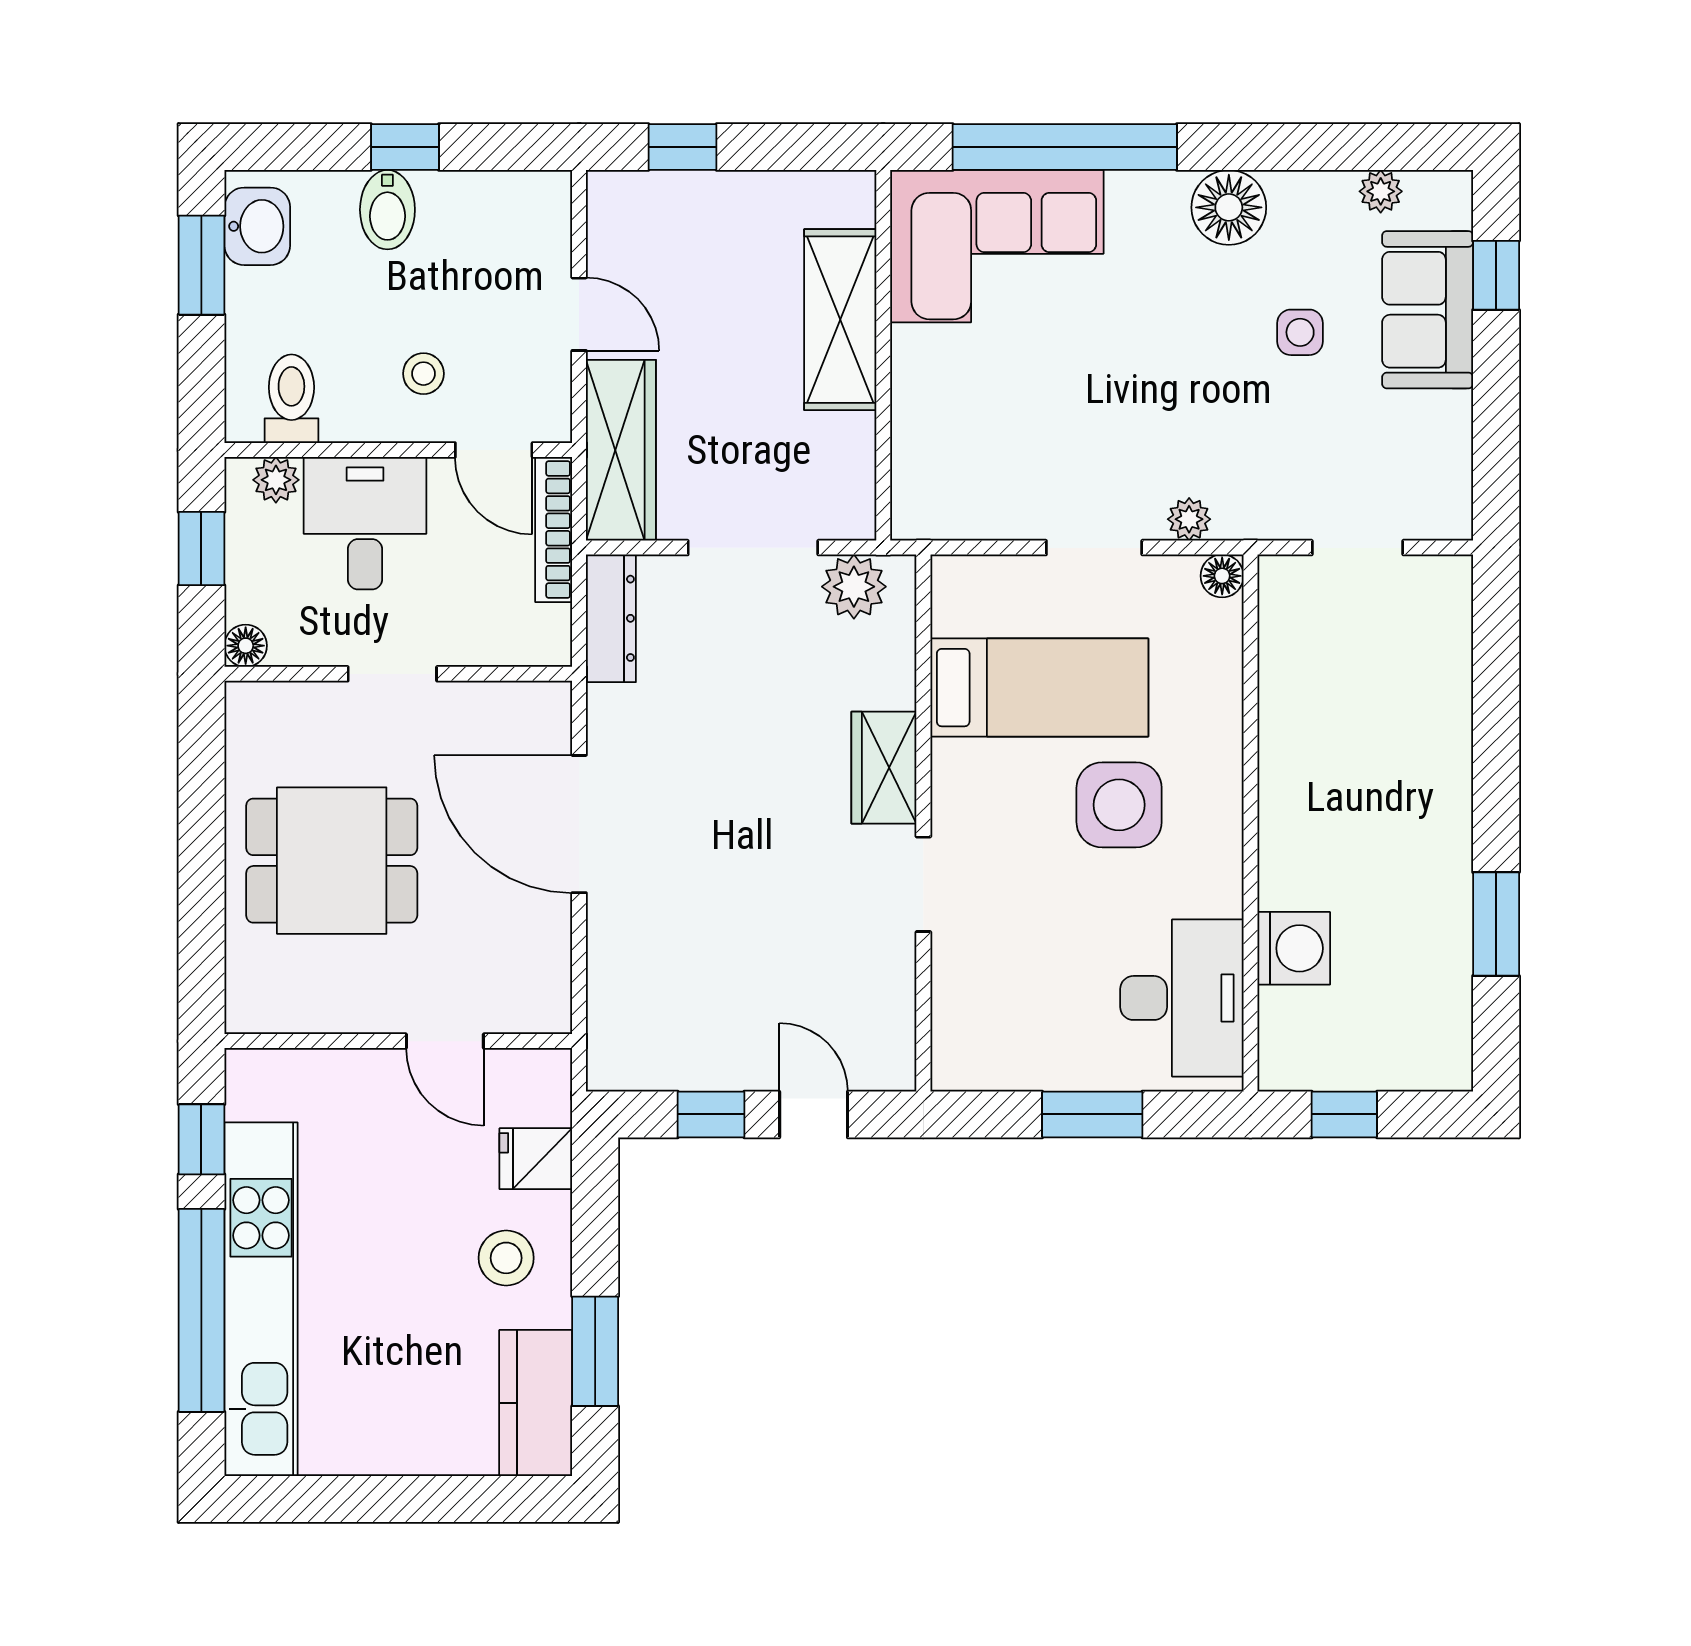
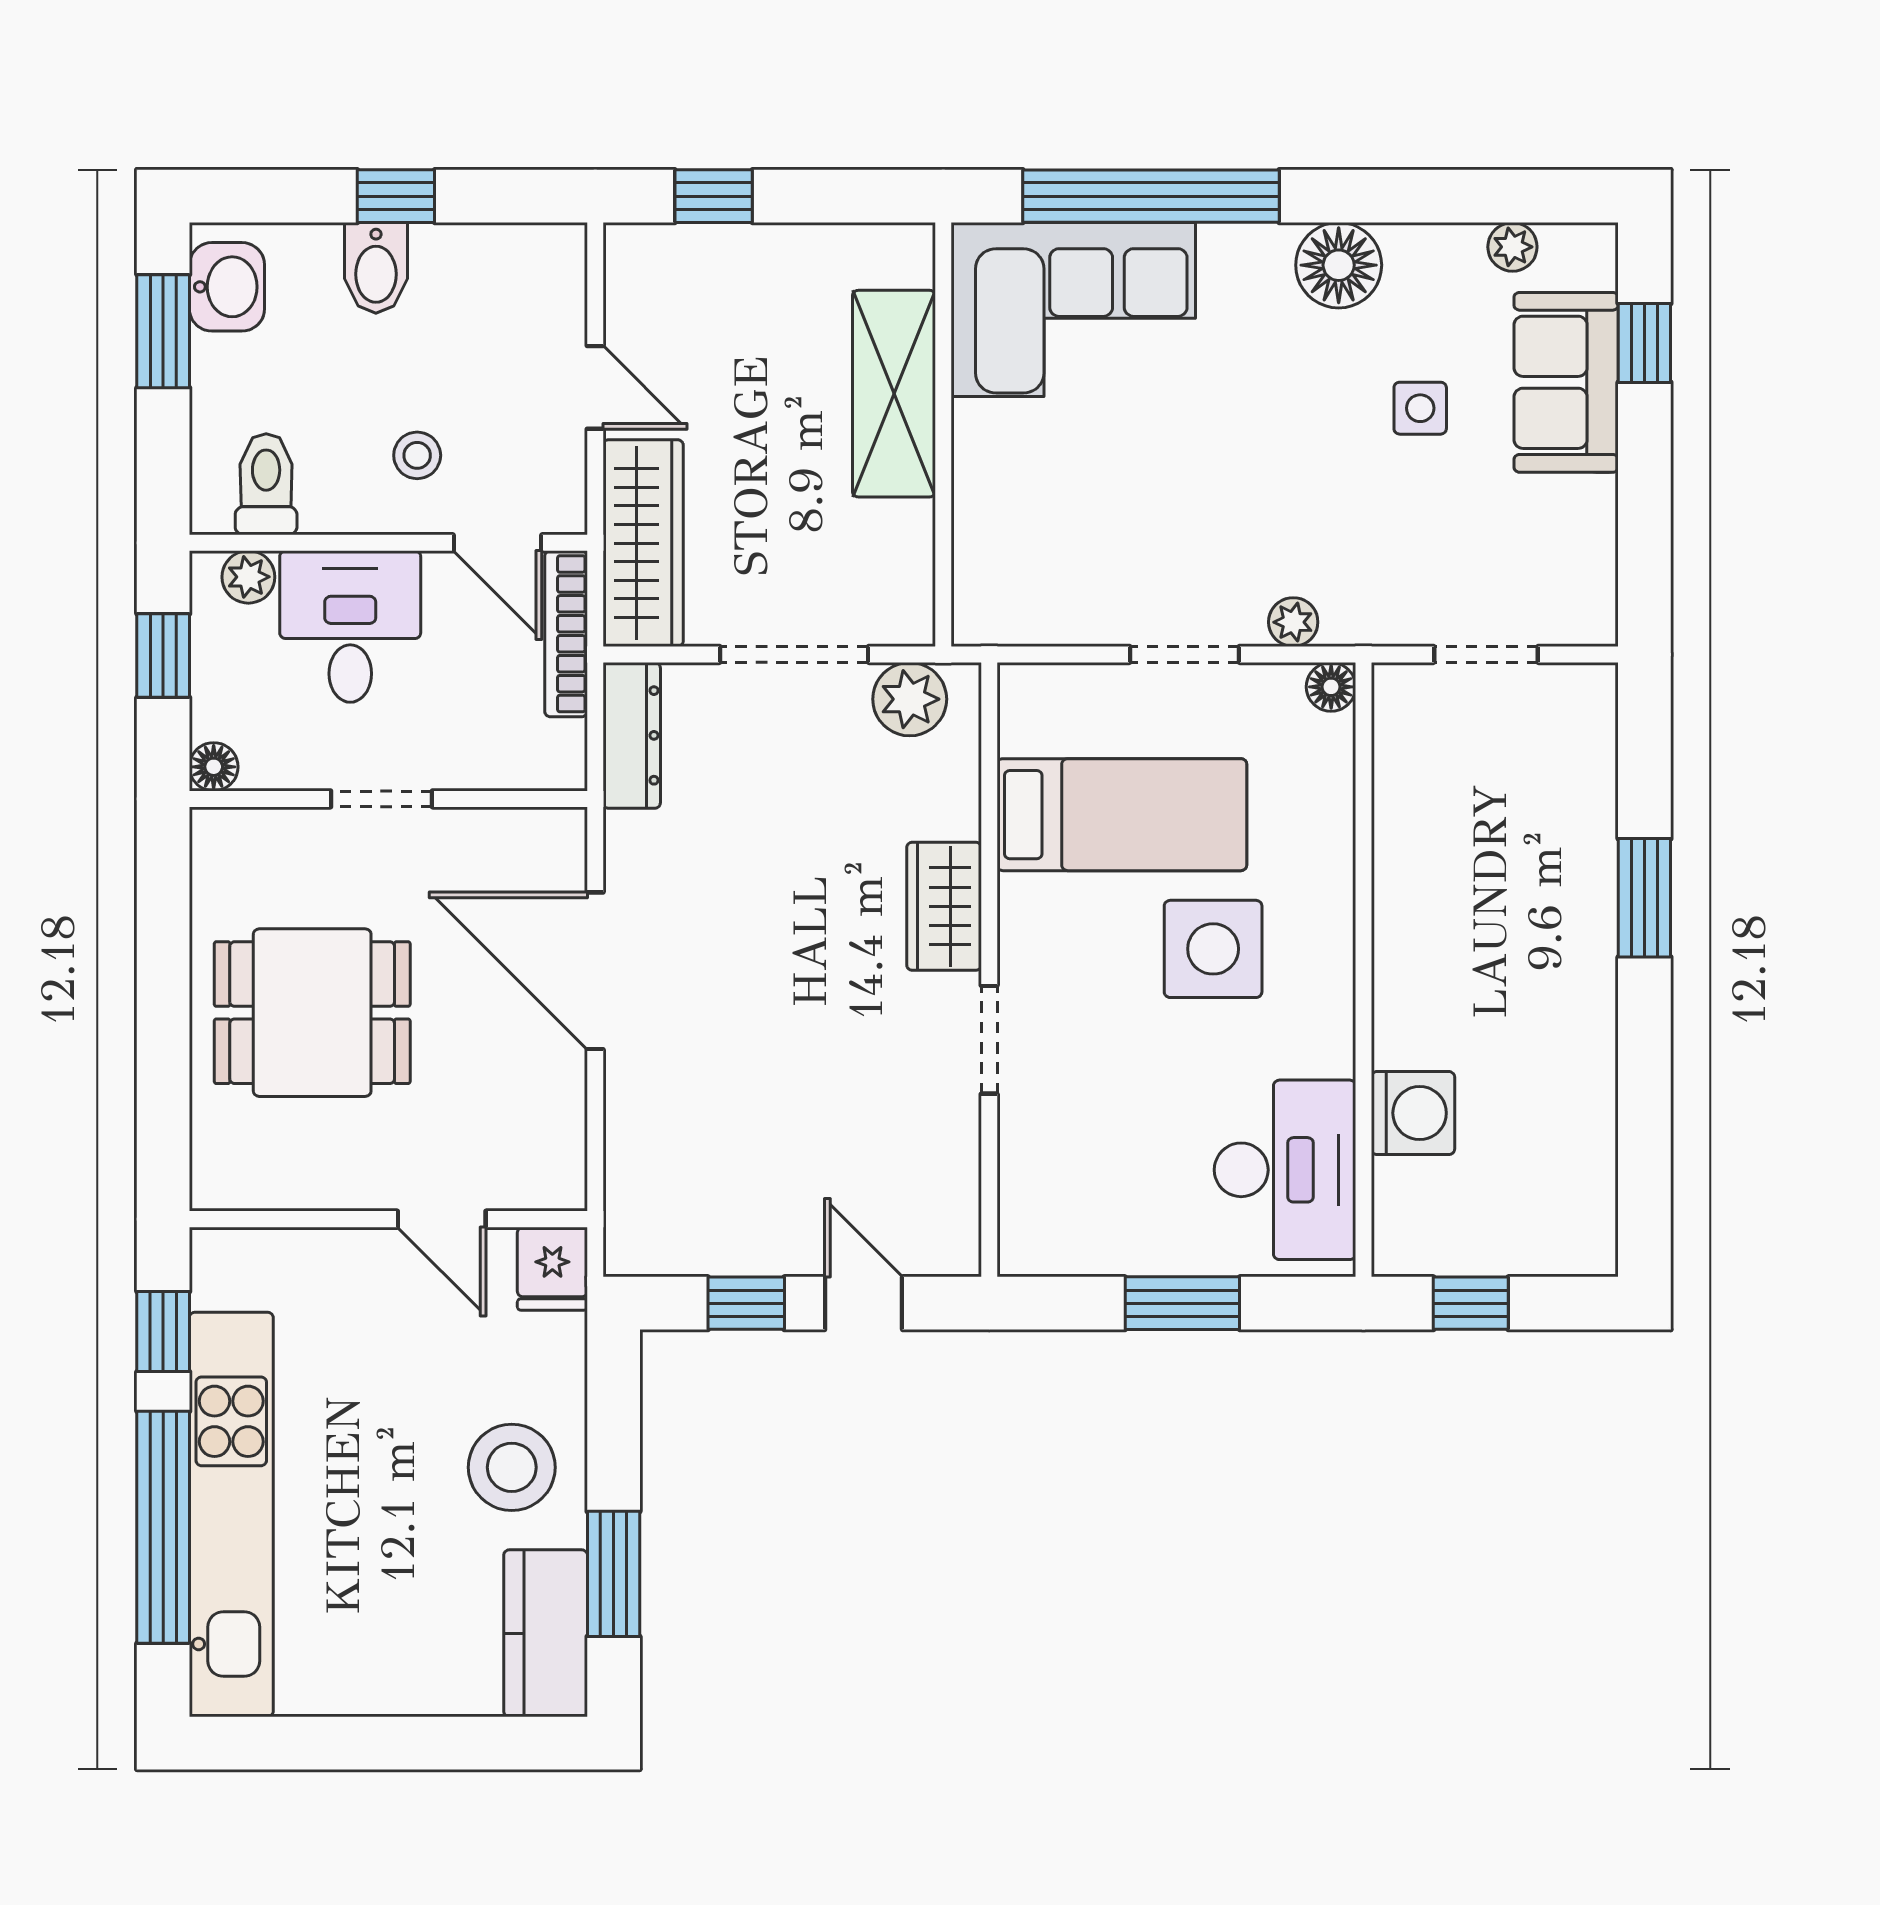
window: (1496, 924) -> (1644, 898), moved
fridge: (536, 1159) -> (552, 1269), moved, turned -90
stool: (506, 1258) -> (512, 1467), width x1.38, depth x1.38

